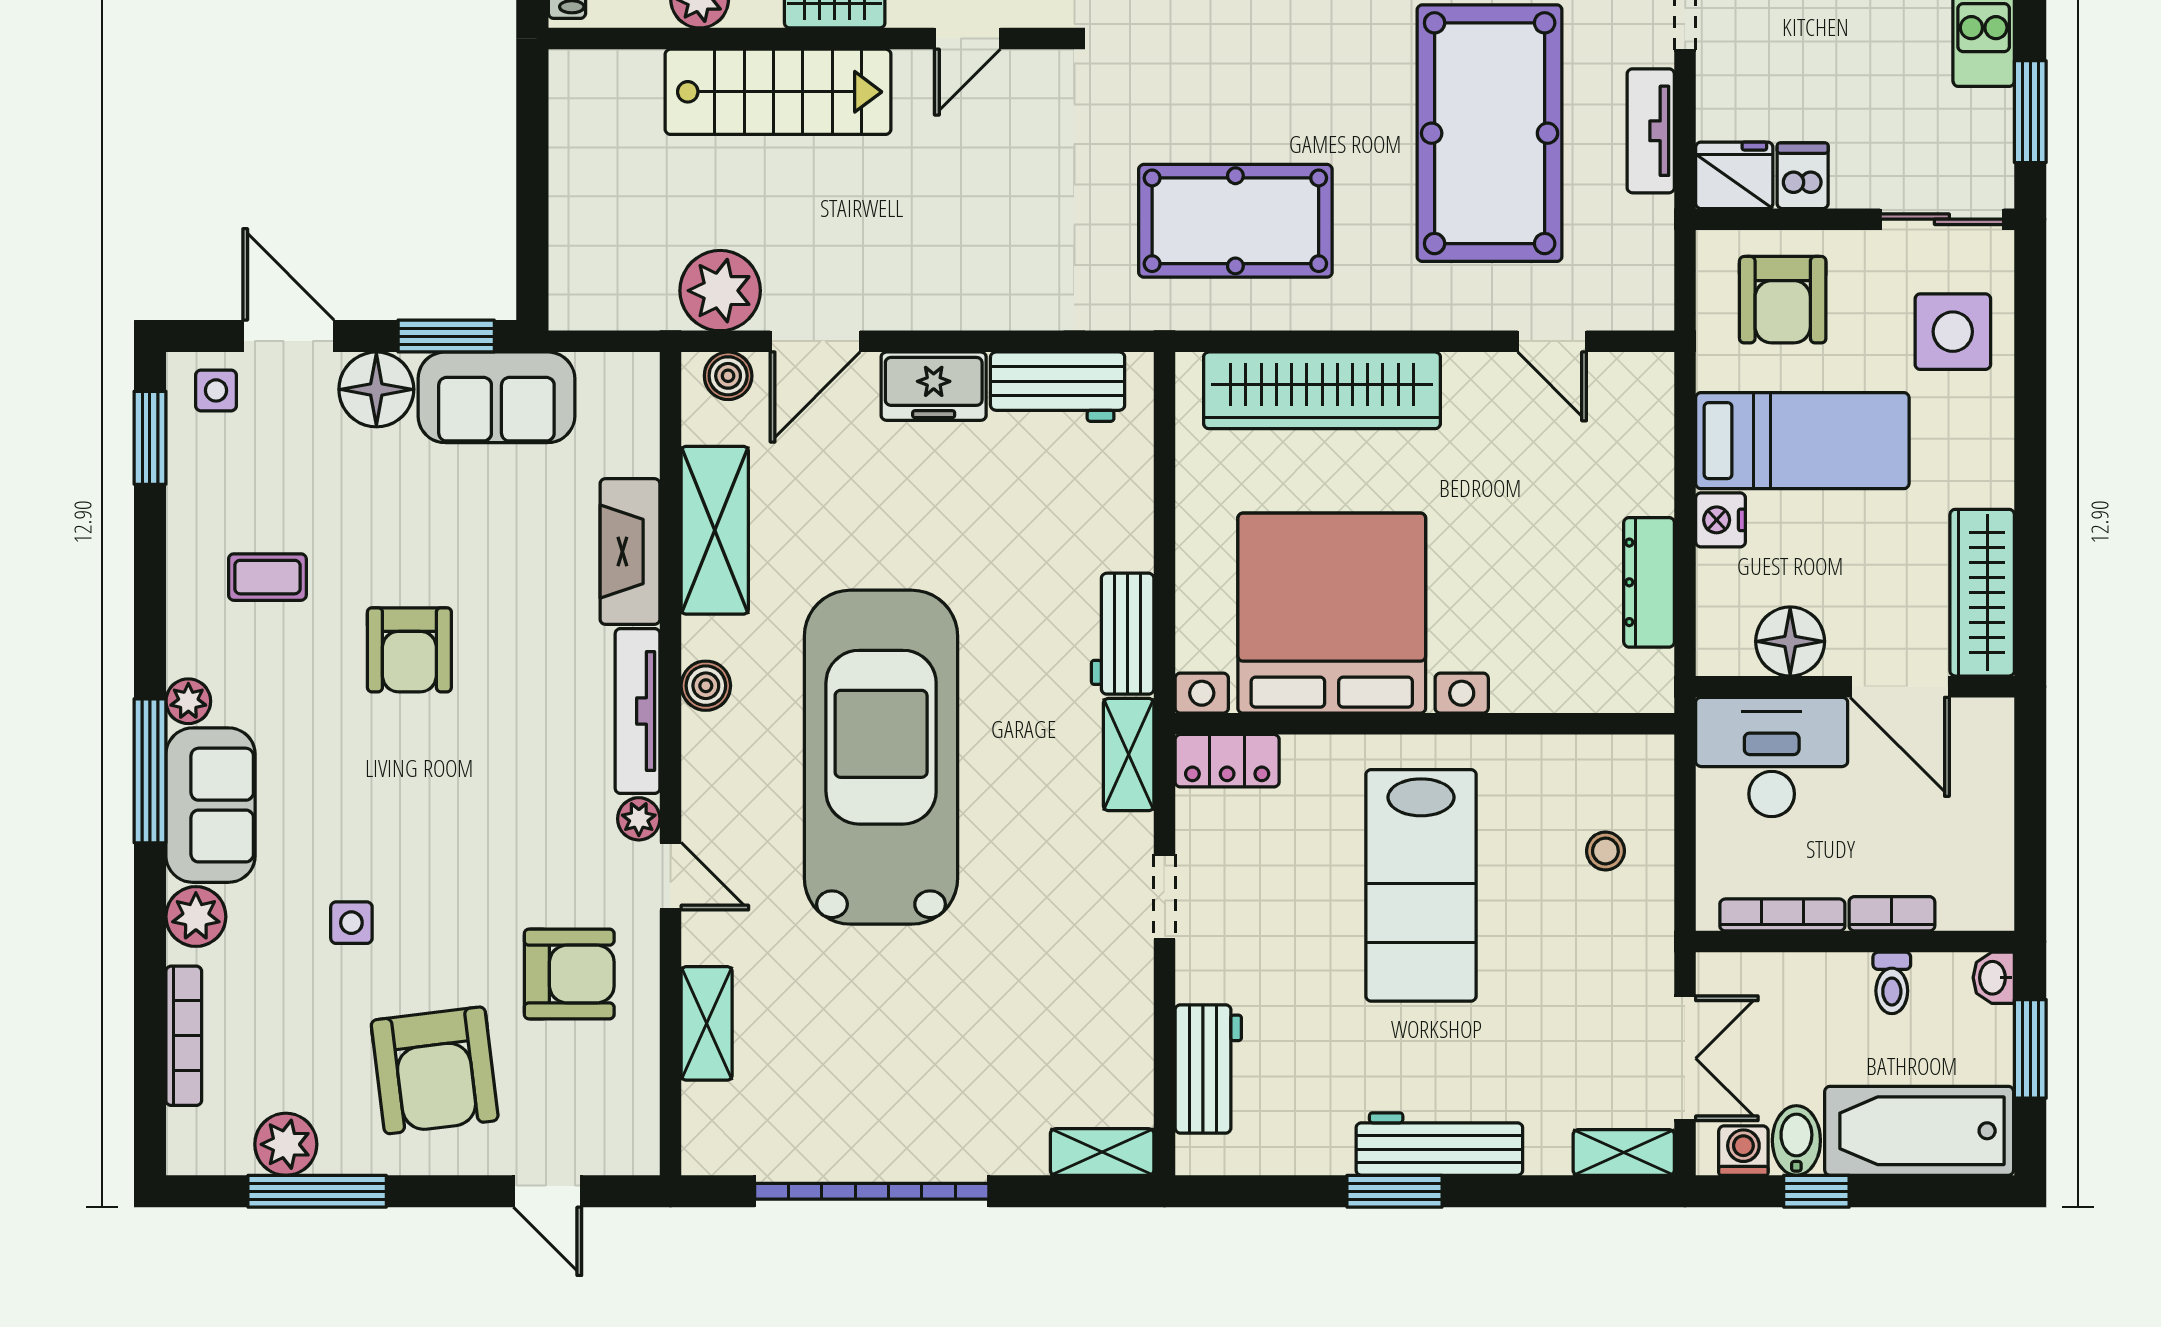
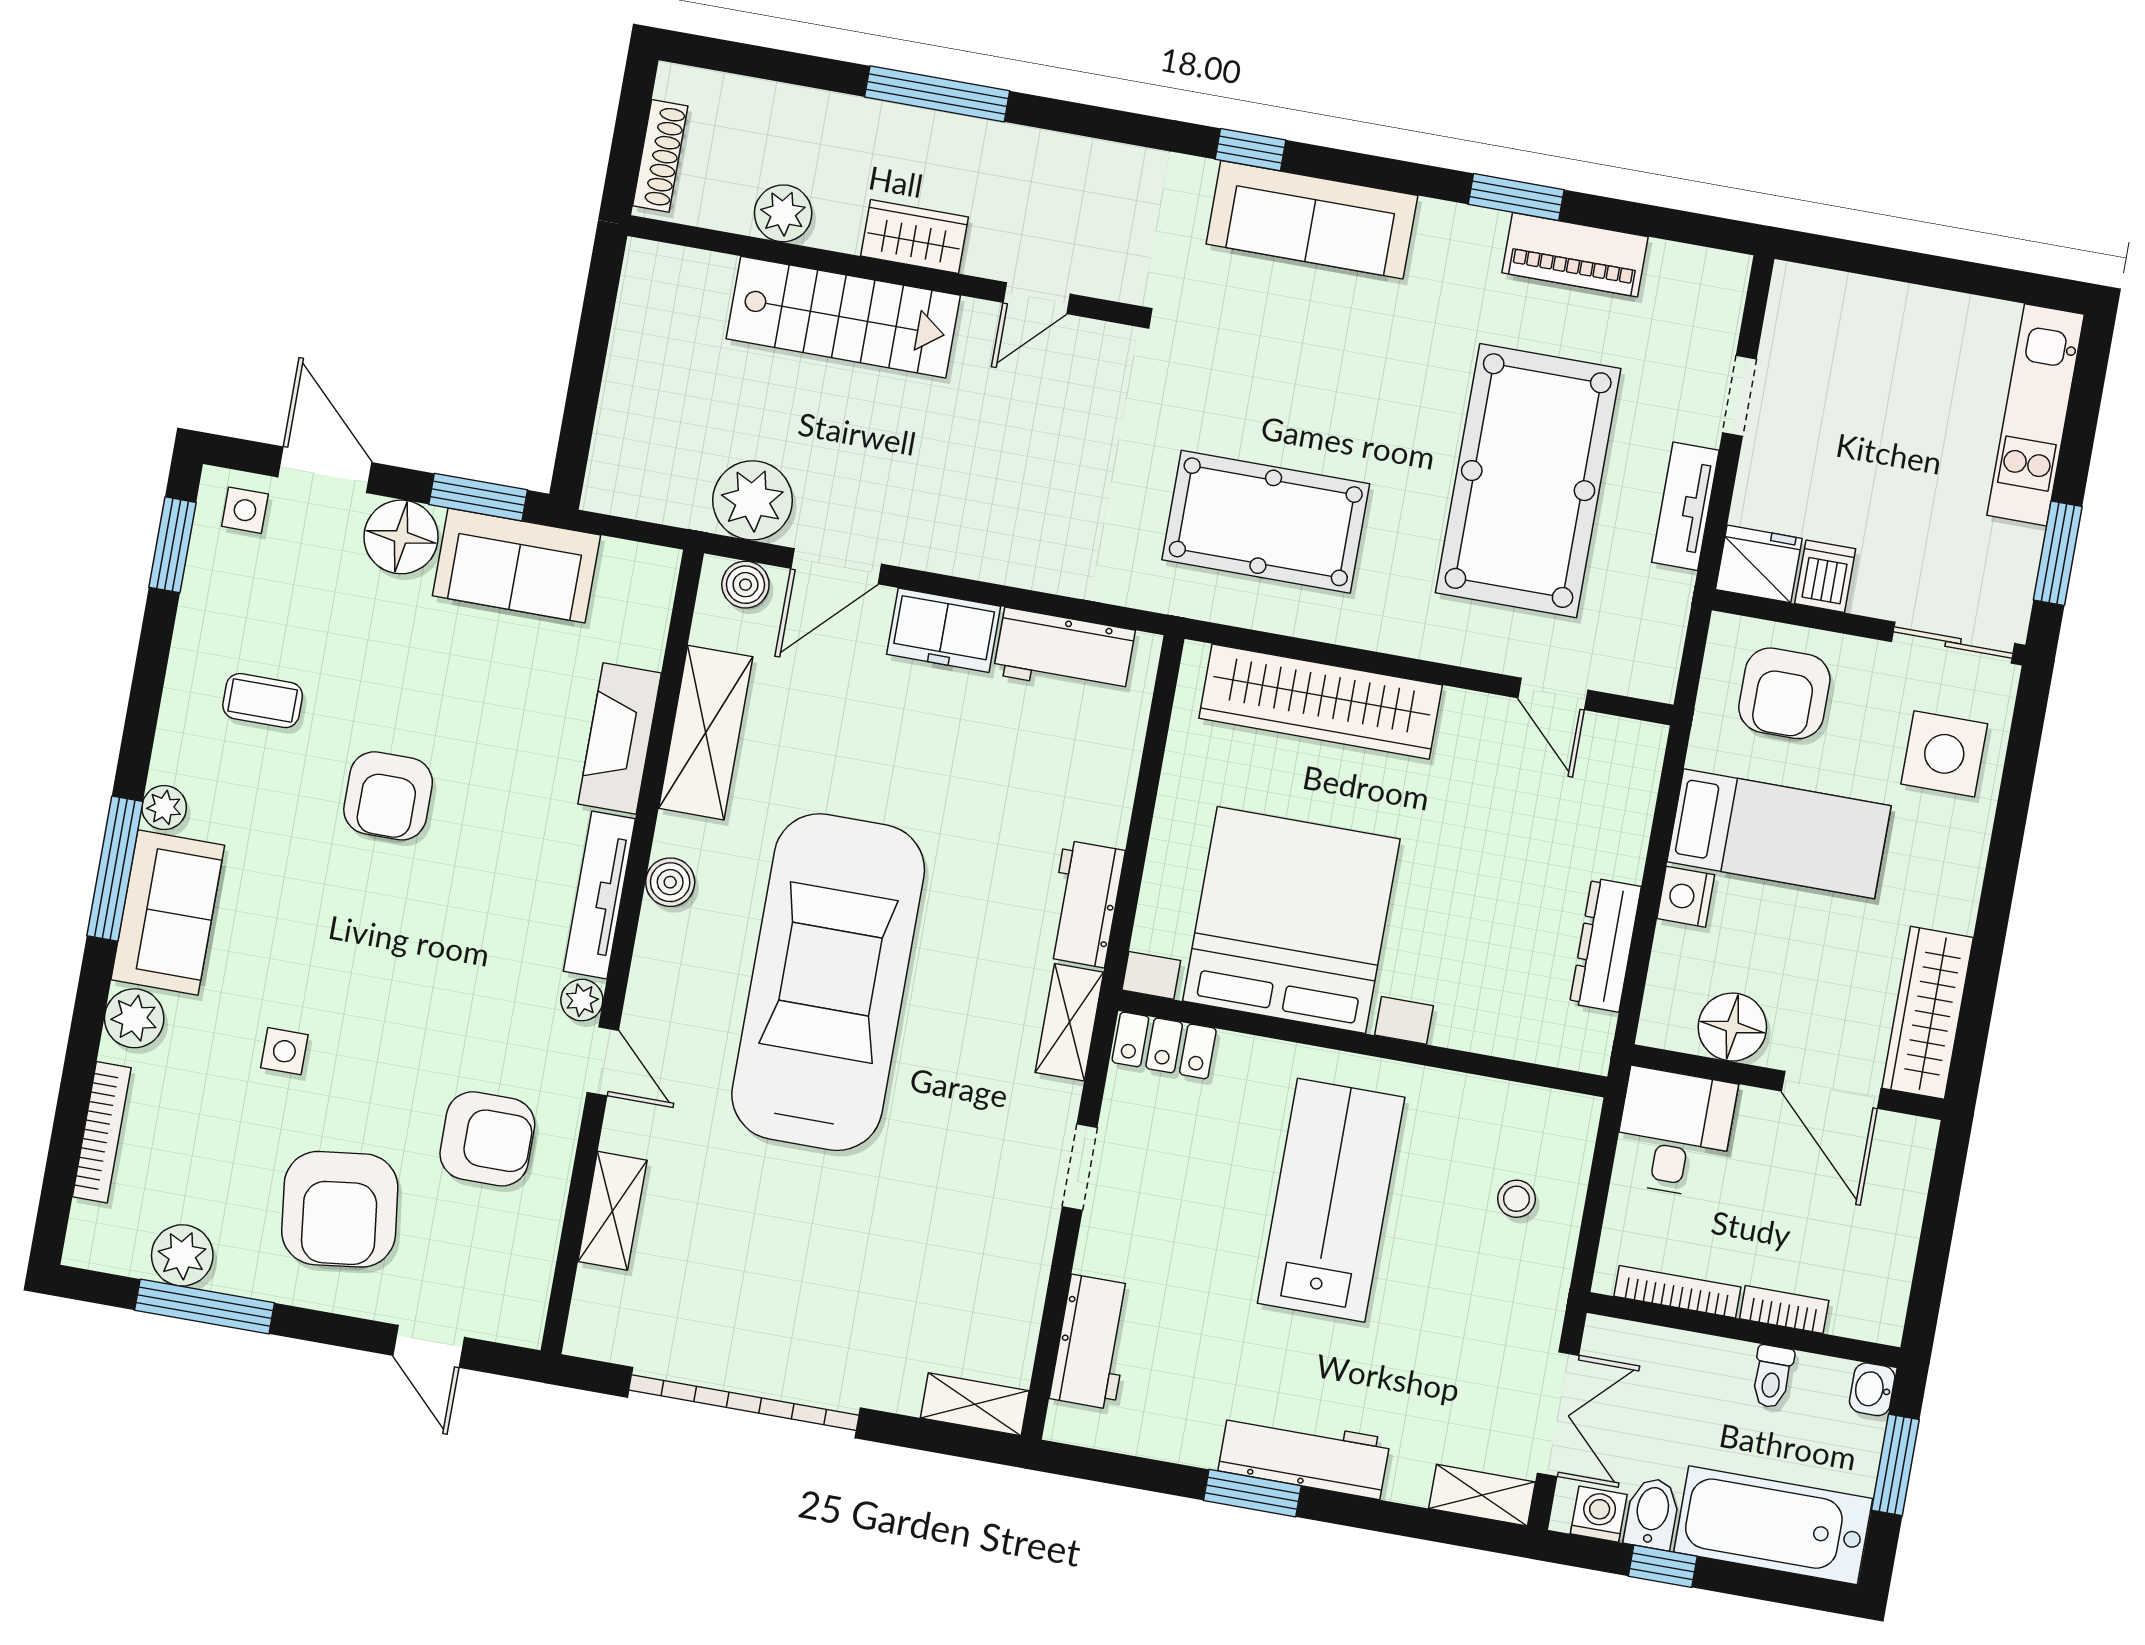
desk: (1772, 757) -> (1674, 1133), width x0.73
lab bench: (1421, 885) -> (1331, 1200), turned 180

